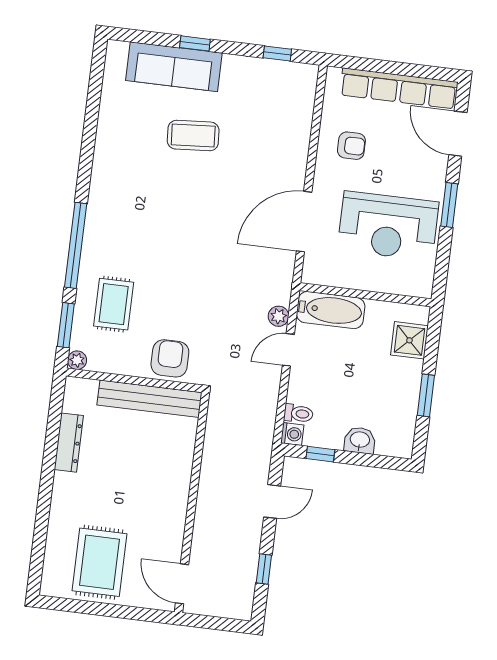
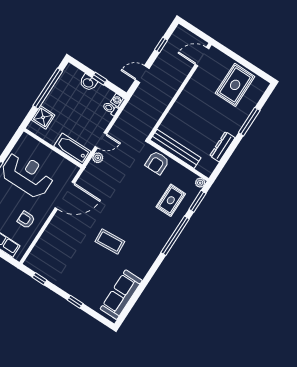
sofa: (174, 67) -> (121, 295), moved, turned -90
coffee table: (193, 136) -> (110, 241), moved
window: (426, 395) -> (48, 88), width x2.11
window: (320, 454) -> (99, 79), moved
window: (43, 510) -> (249, 122), added
door: (182, 584) -> (202, 57), swing flipped

